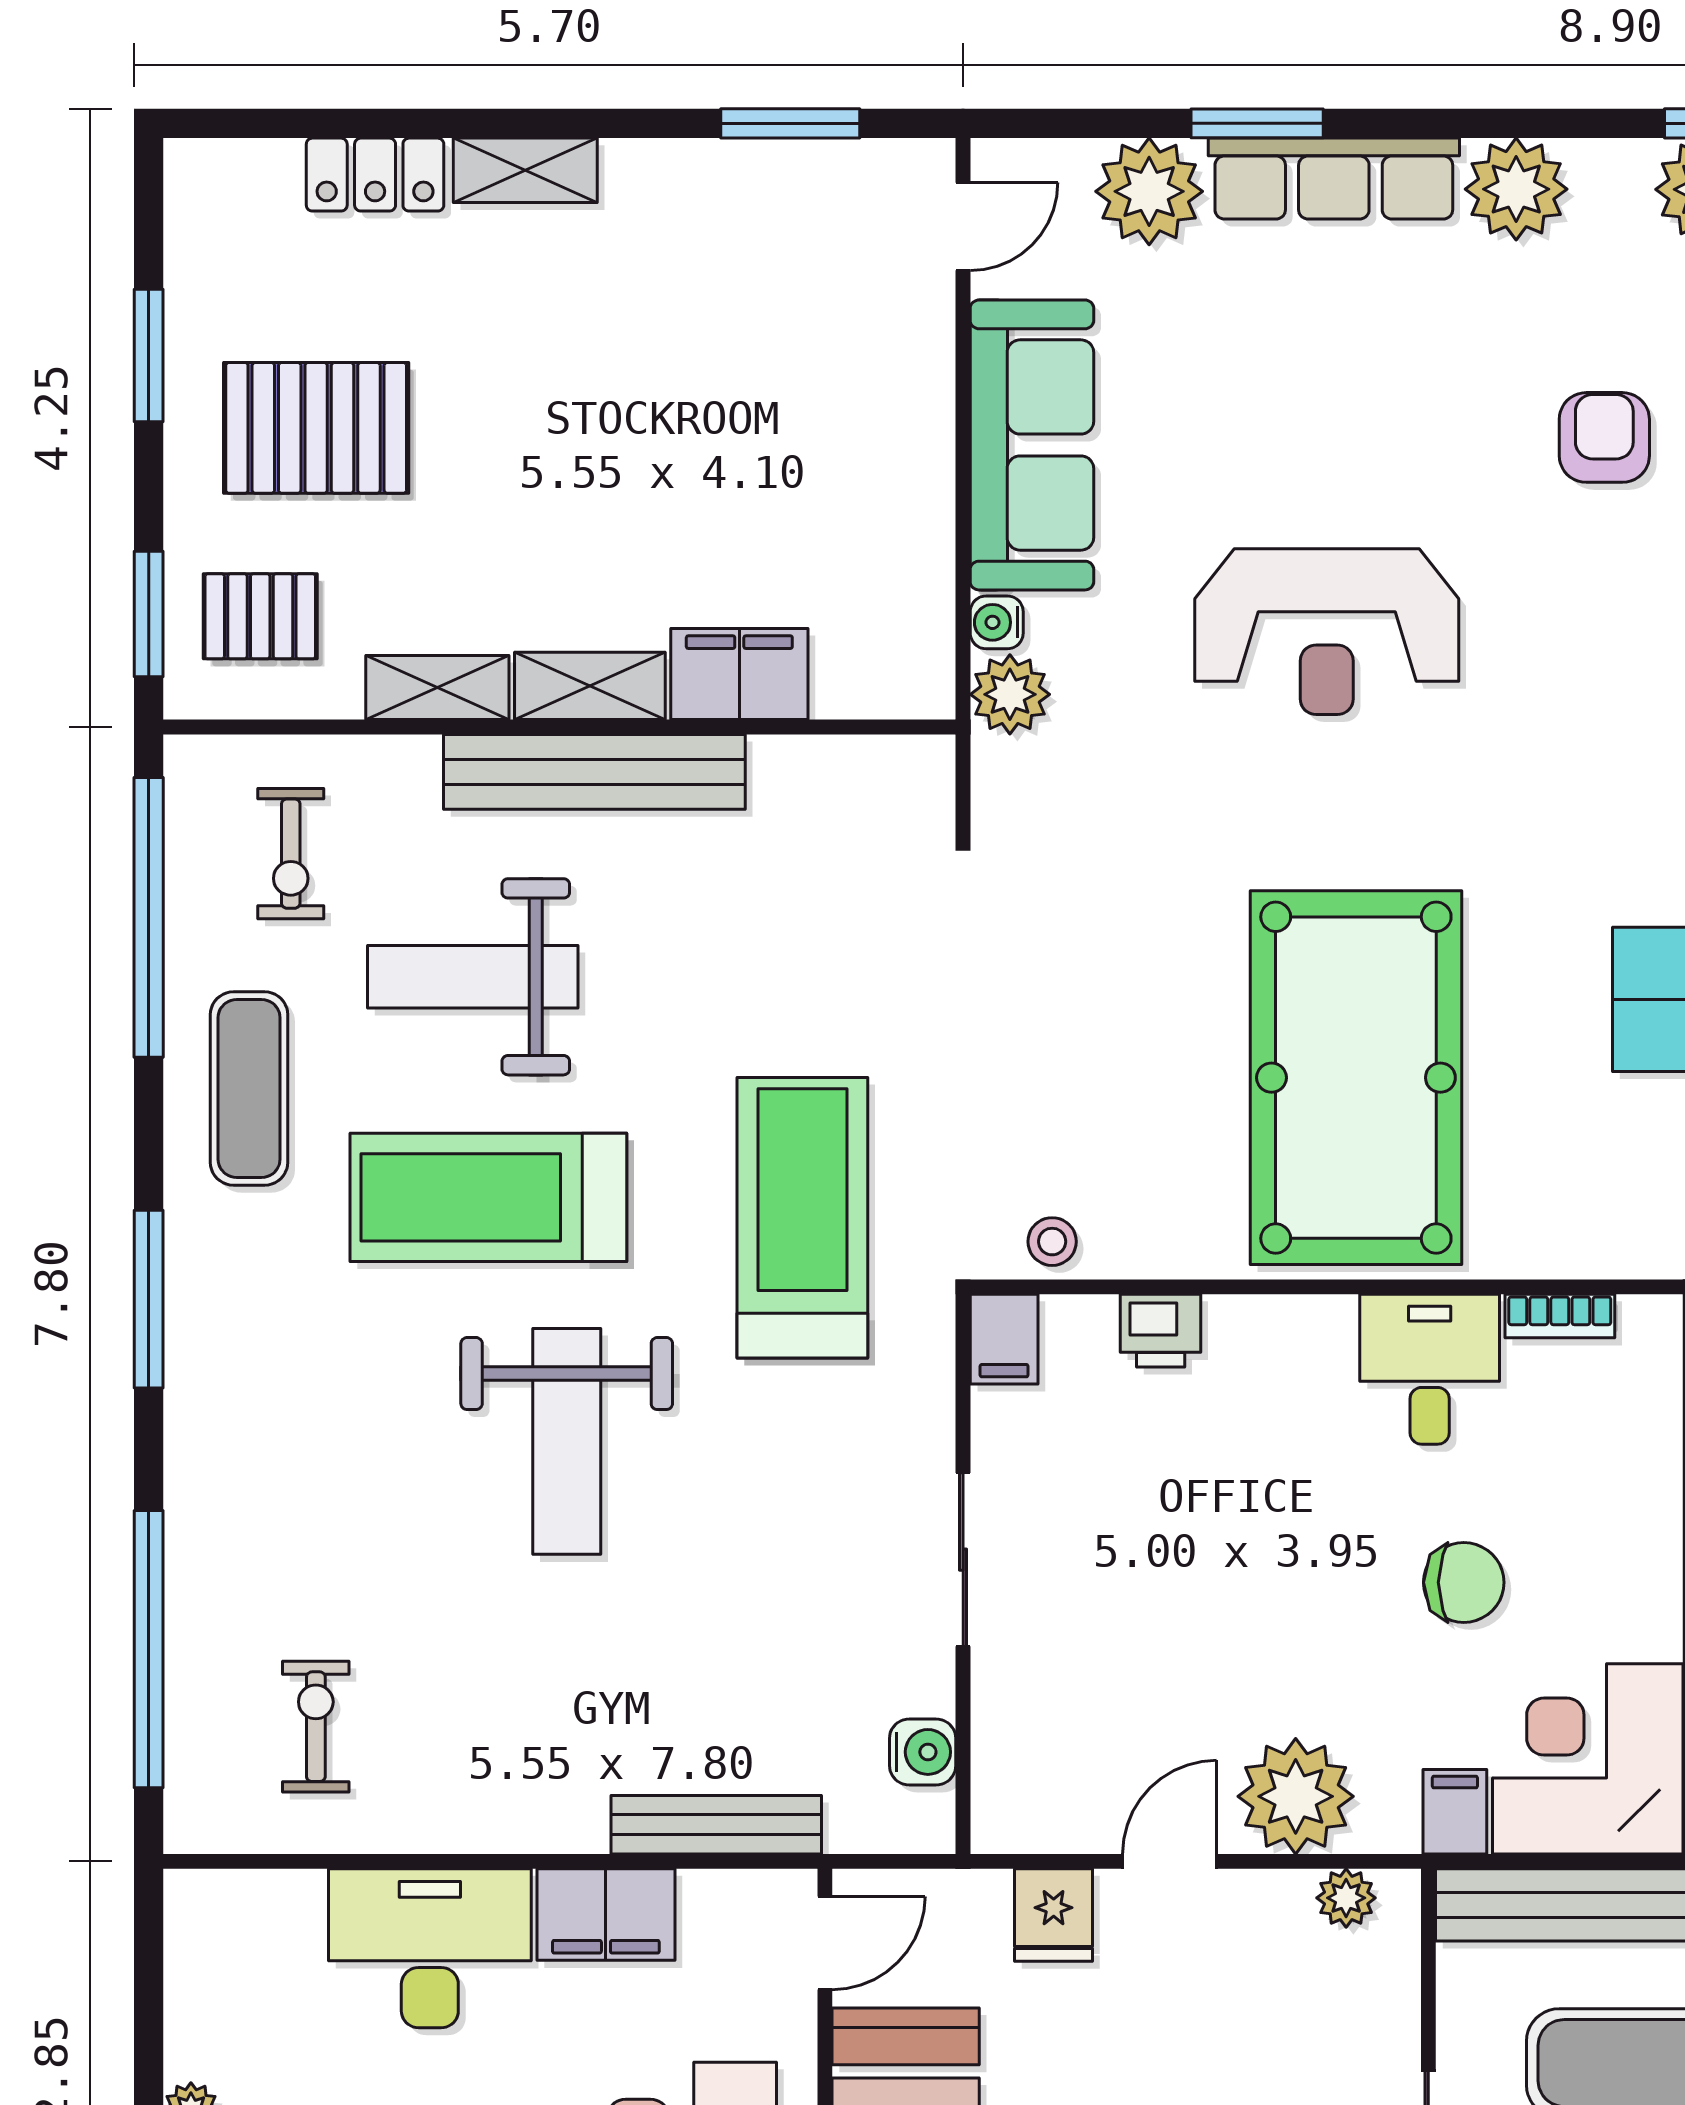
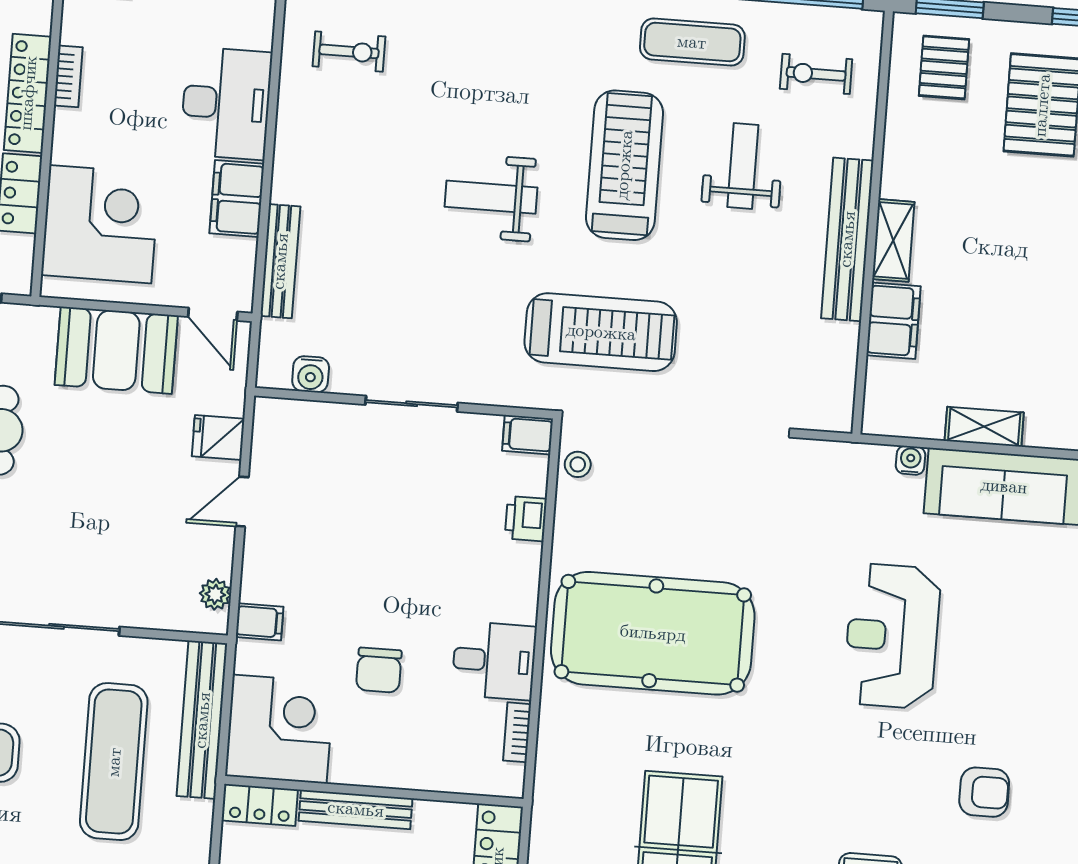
shelving: (437, 688) -> (984, 427), moved, turned 90
plant: (1010, 694) -> (872, 464), removed
weight bench: (473, 977) -> (743, 166), width x0.73, depth x0.75
weight bench: (567, 1441) -> (491, 197), width x0.73, depth x0.75
plant: (1296, 1796) -> (272, 572), removed
filing cabinet: (1455, 1812) -> (259, 622), moved
door: (1170, 1861) -> (242, 502), swing flipped

